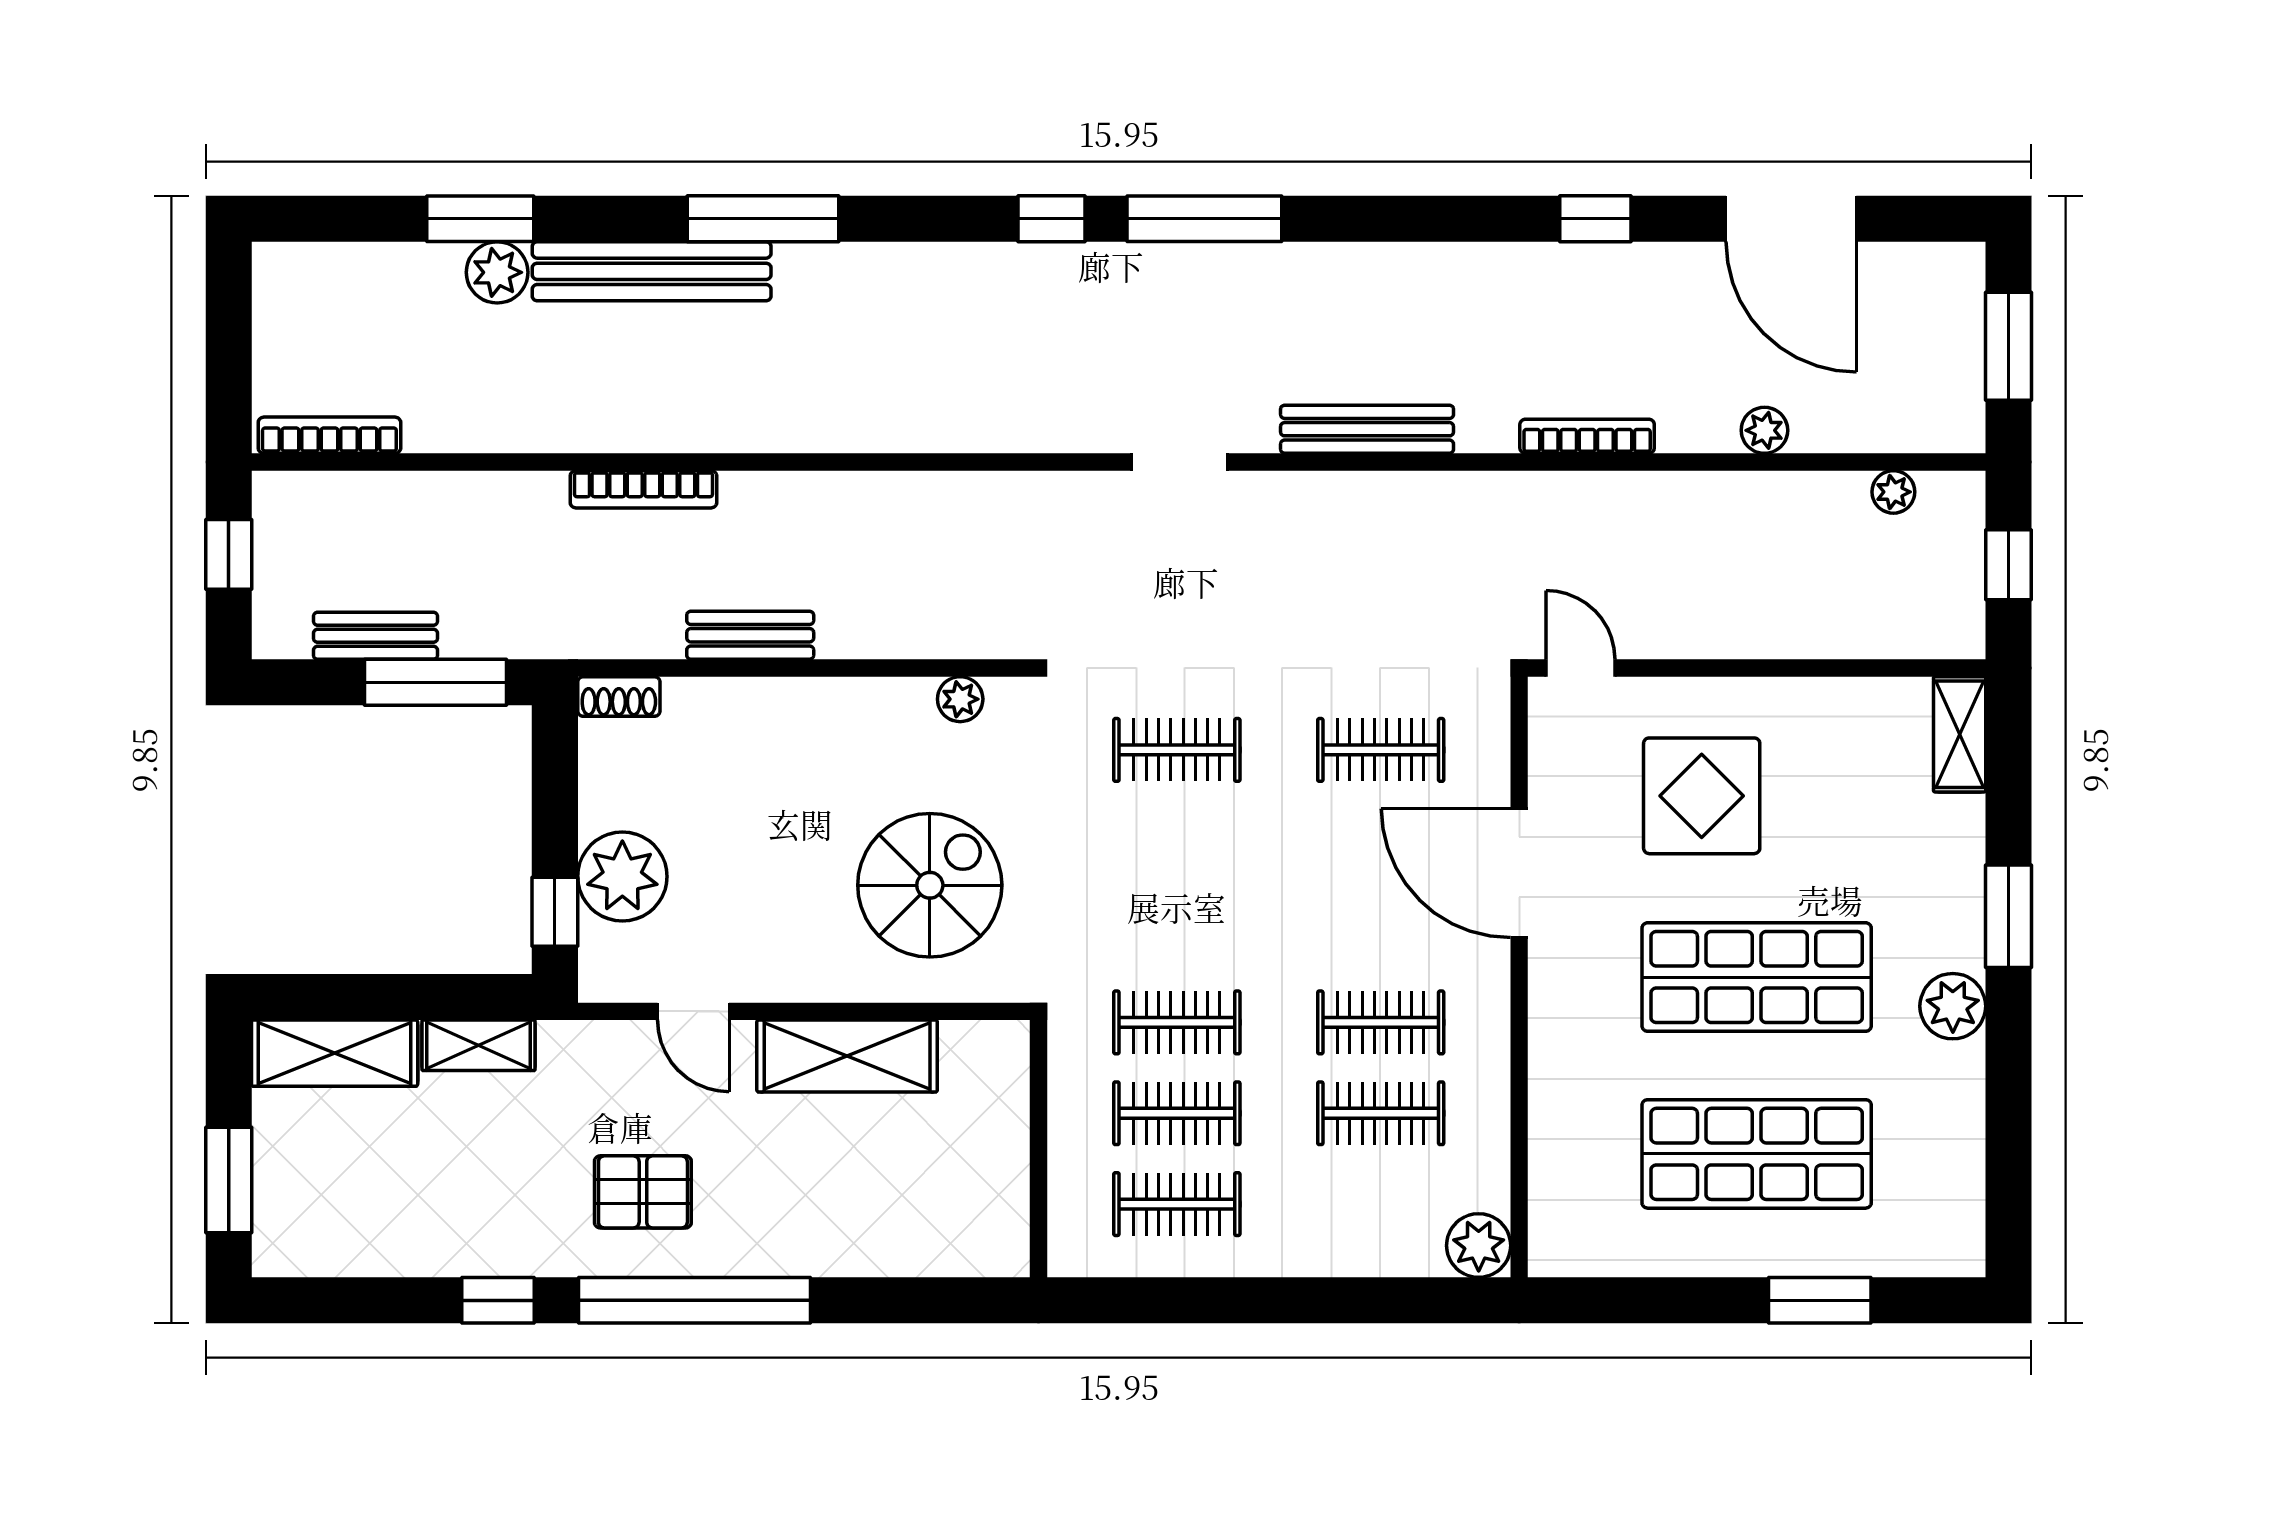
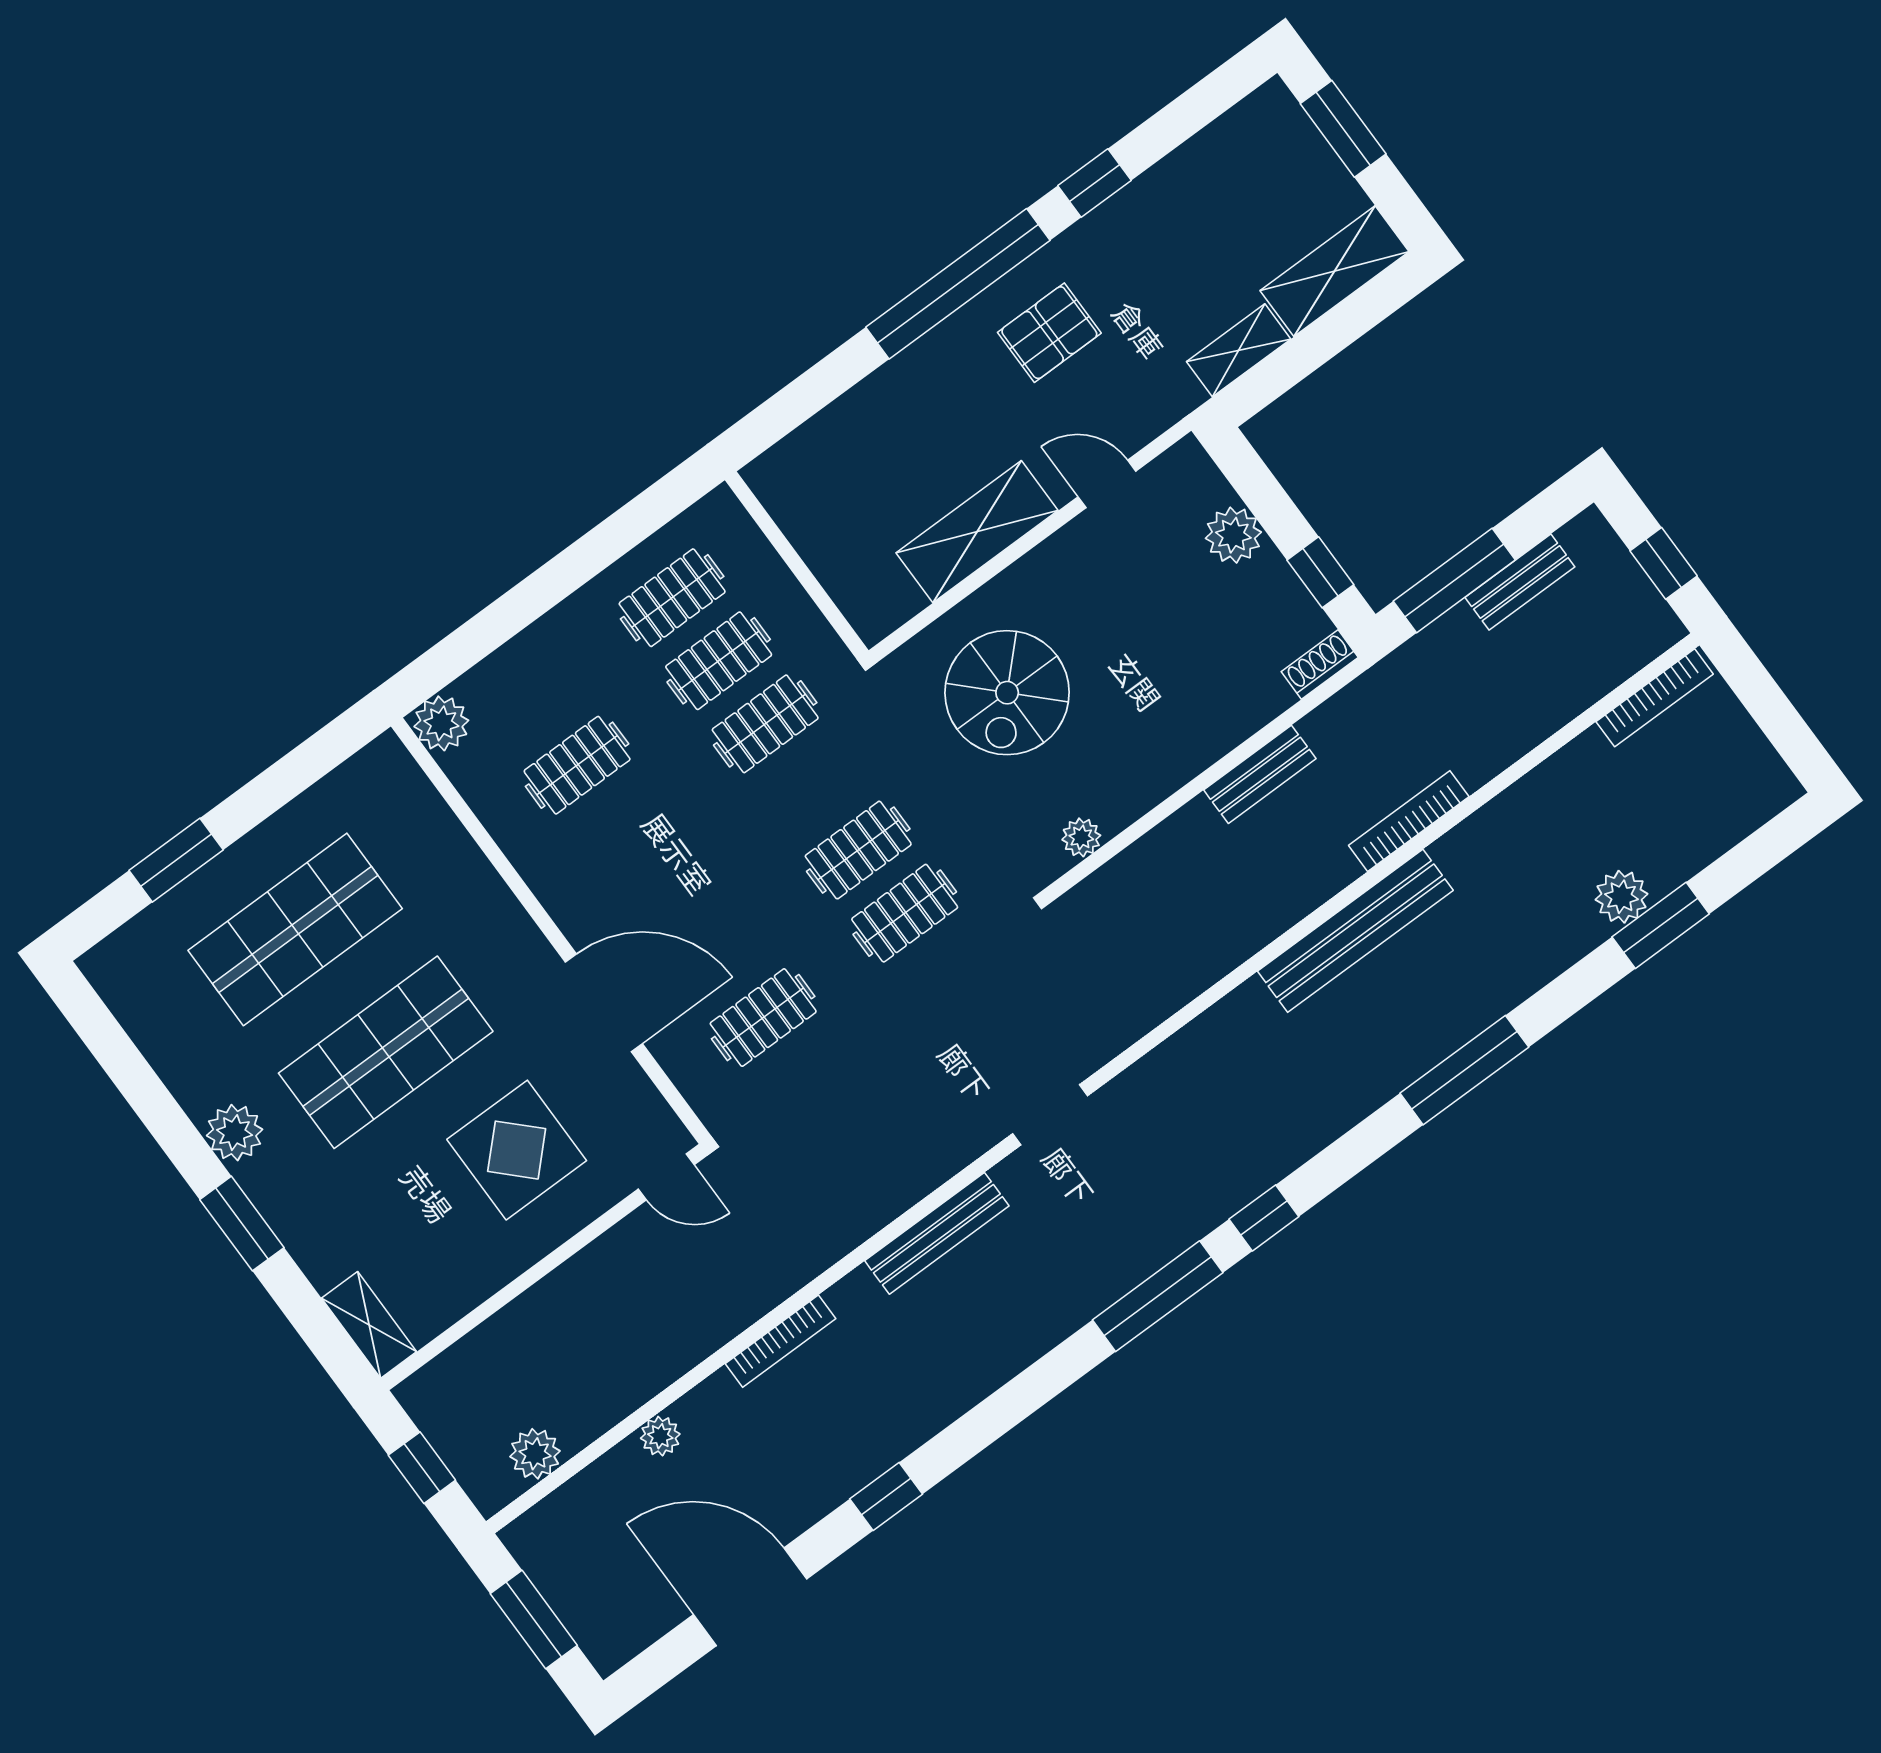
bench: (652, 271) -> (1355, 931), moved
plant: (1893, 492) -> (535, 1454), width x1.38, depth x1.38
plant: (622, 877) -> (1233, 535), width x0.73, depth x0.73
window: (555, 912) -> (1320, 572), moved
clothes rail: (1381, 1022) -> (858, 850), moved

